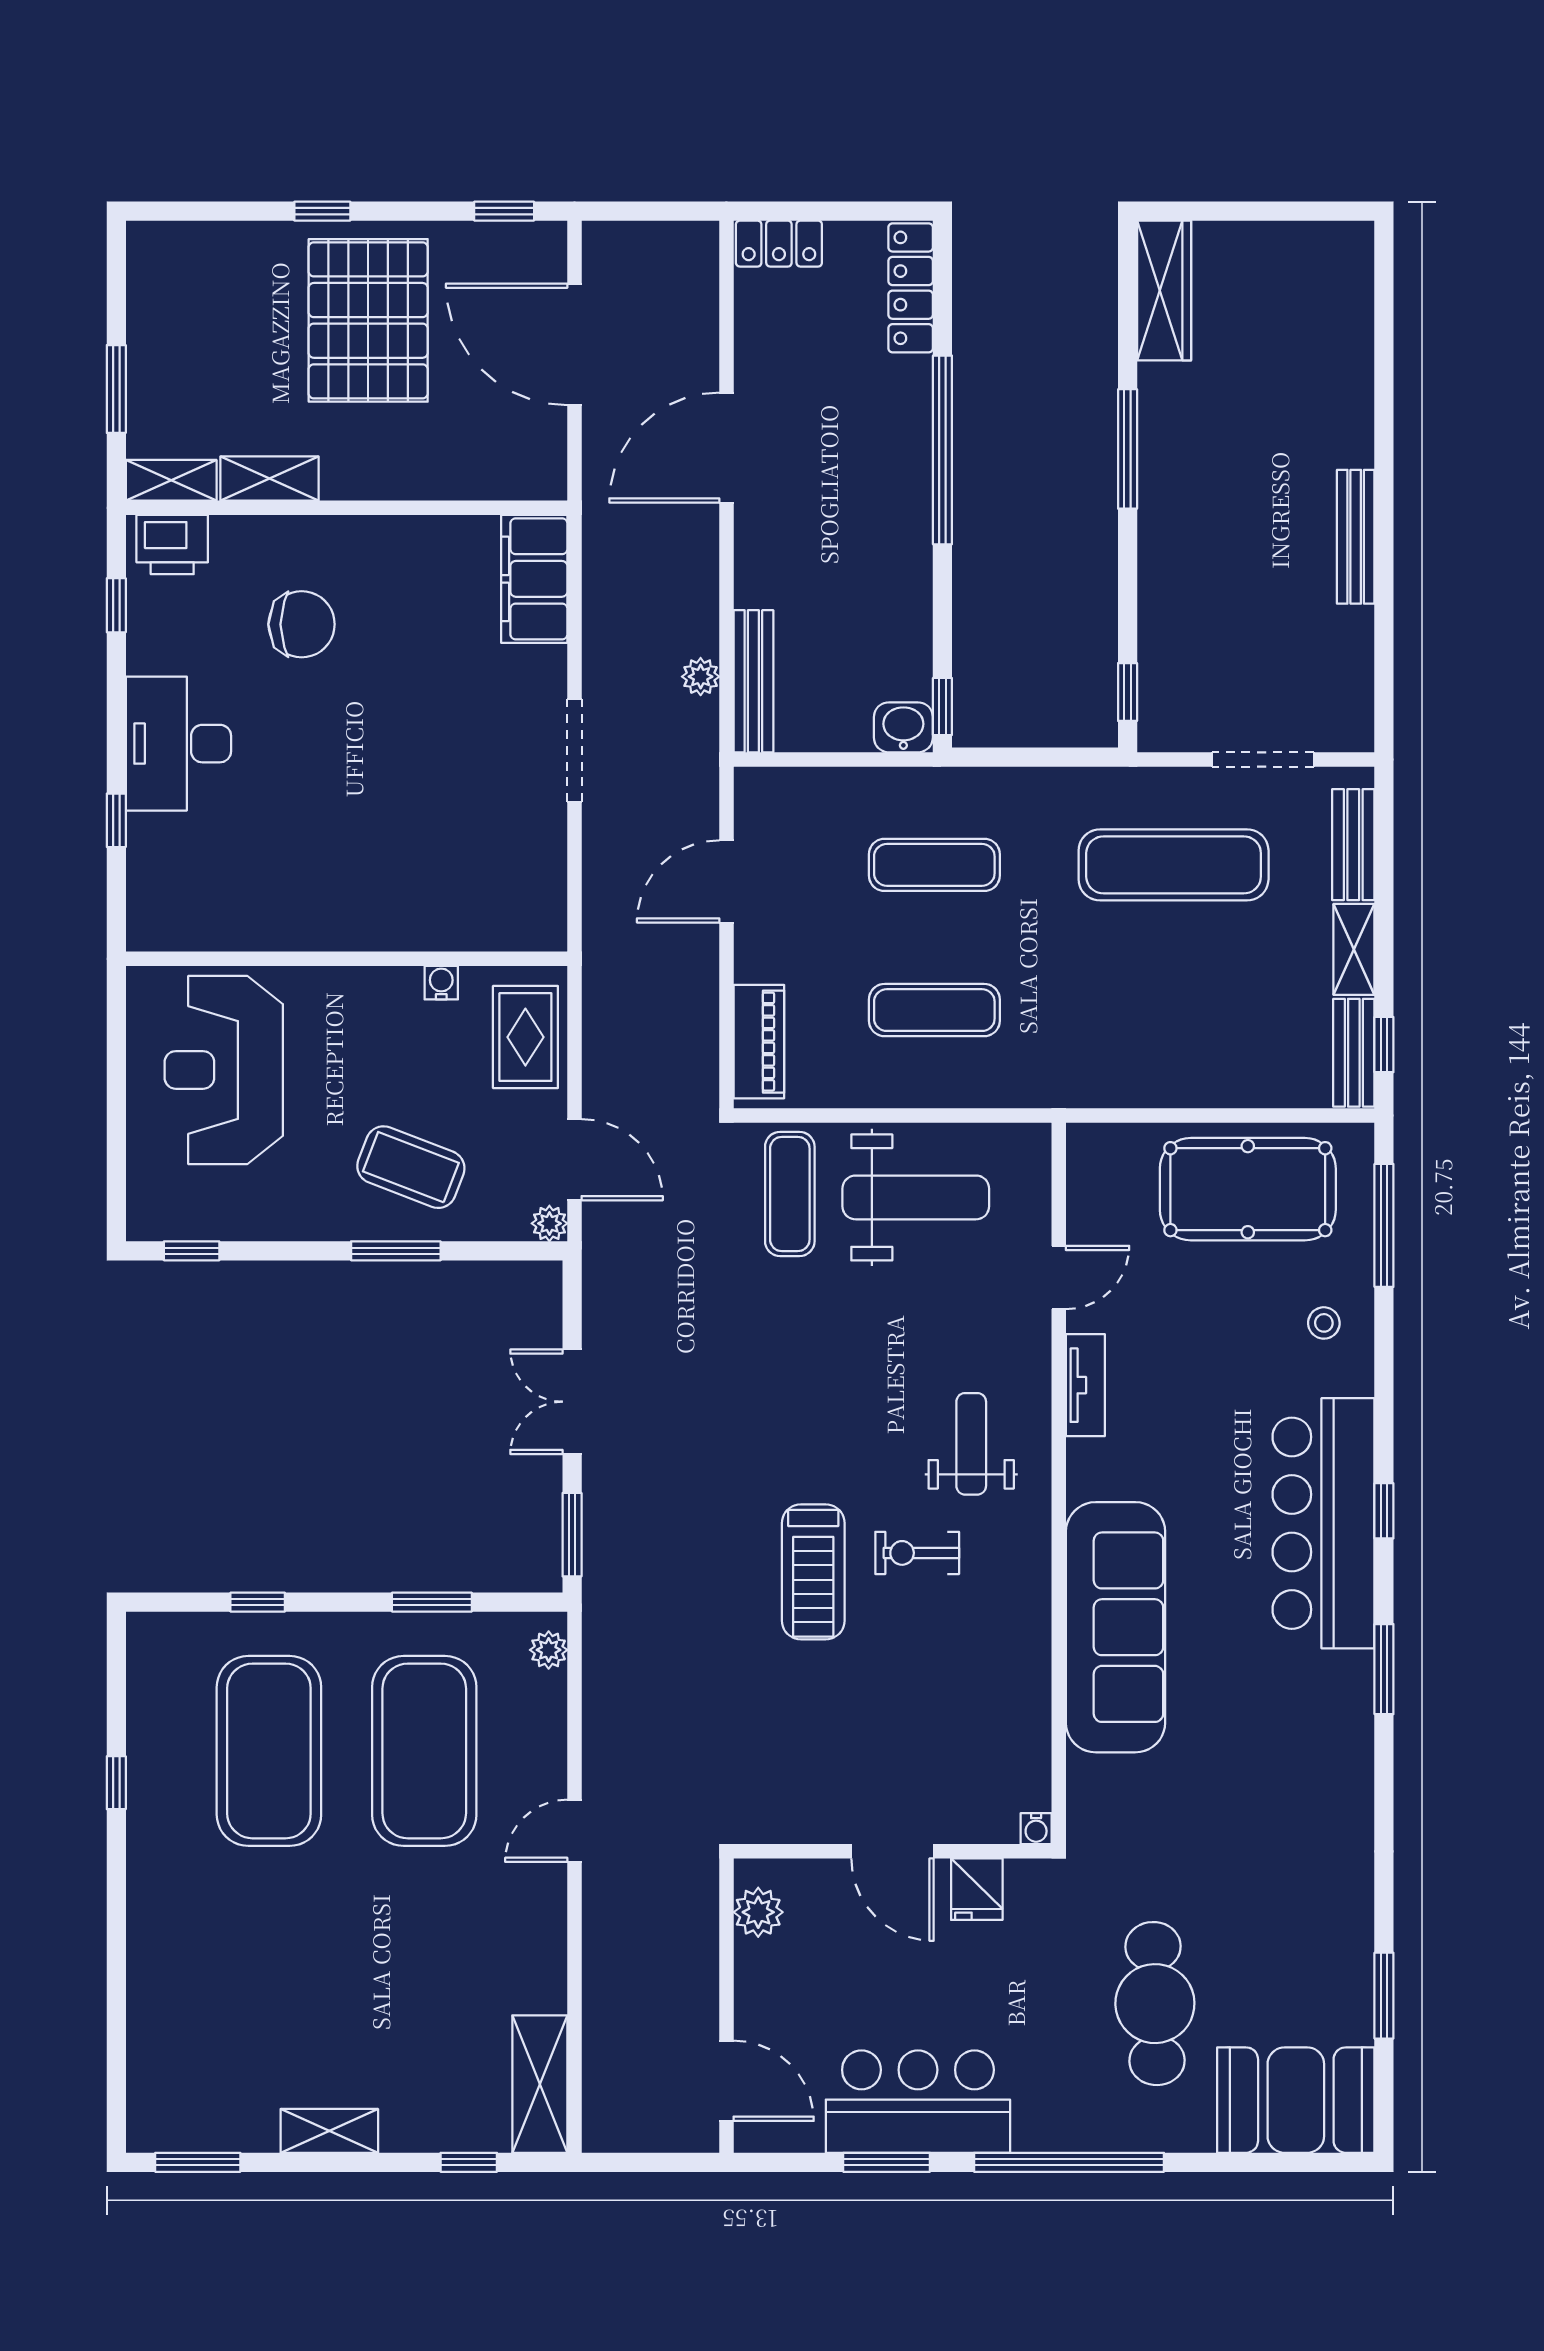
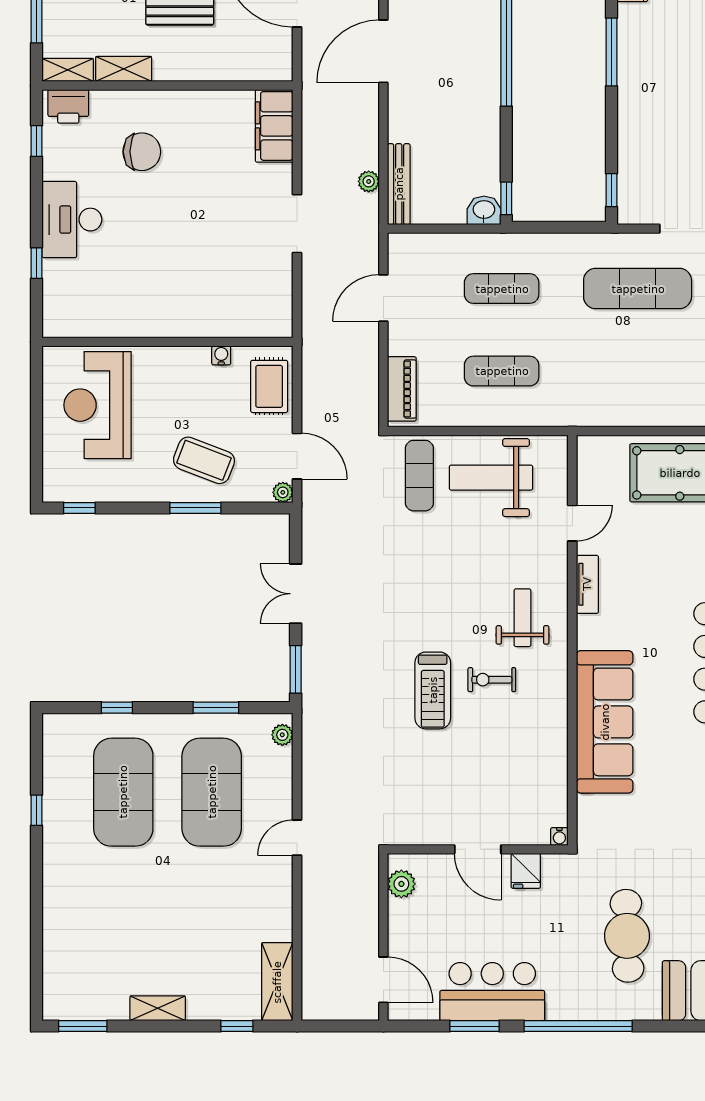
weight bench: (916, 1197) -> (491, 478), turned 180

